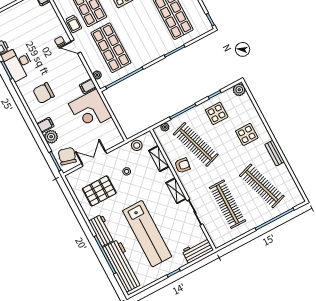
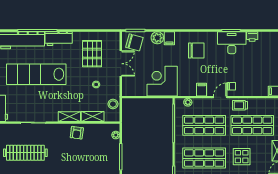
shop shelf: (142, 31) -> (204, 158), added
filing cabinet: (88, 86) -> (202, 90), moved
chair: (44, 93) -> (196, 51), turned 90
clothes rail: (196, 144) -> (88, 153), removed
shelving: (176, 191) -> (69, 117), moved

